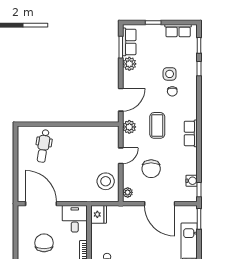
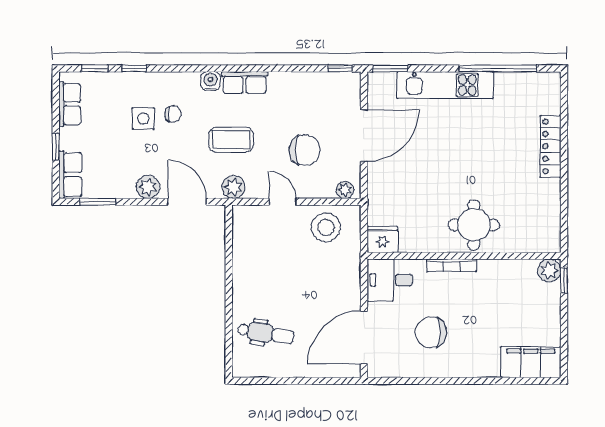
row of seats: (129, 42) -> (70, 175), moved, turned 90
plant: (129, 64) -> (148, 187), moved
water cooler: (192, 181) -> (210, 81), moved

